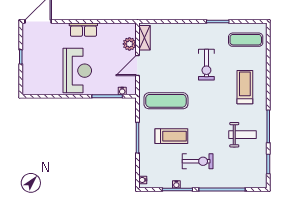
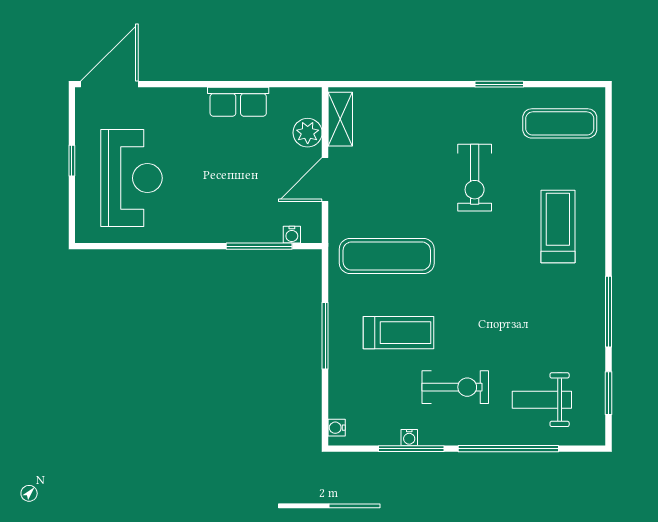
row of seats: (83, 30) -> (238, 102), moved
reception desk: (77, 71) -> (132, 178), moved
weight bench: (242, 135) -> (542, 400), moved, turned 180

